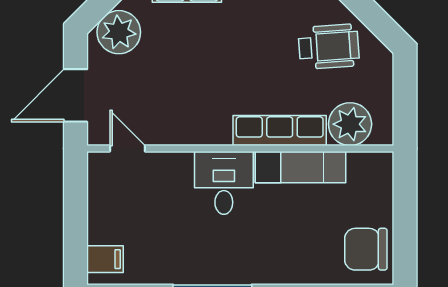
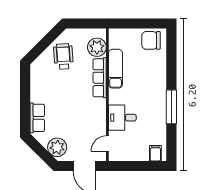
desk: (224, 183) -> (122, 118), moved
chair: (366, 249) -> (151, 40), turned 90

